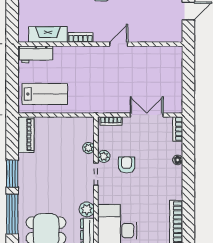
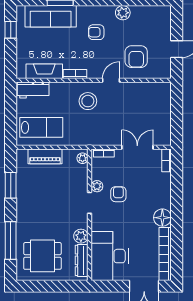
armchair: (145, 19) -> (136, 57), added
stool: (94, 66) -> (88, 101), added
piano: (26, 135) -> (45, 156), moved, turned 90
plant: (88, 148) -> (83, 158), moved
floor lamp: (178, 160) -> (162, 218), moved, width x1.89, depth x1.89
window: (12, 174) -> (11, 185), moved

